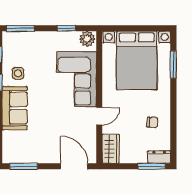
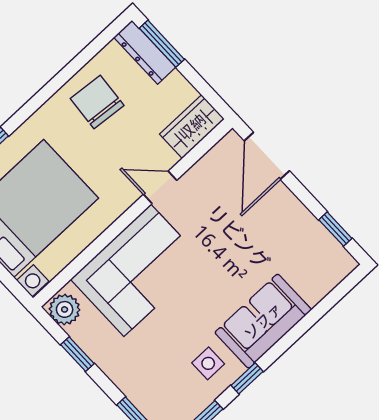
chair: (152, 122) -> (97, 102), width x1.87, depth x1.87
dresser: (159, 157) -> (145, 52), width x1.44
window: (24, 166) -> (335, 229), width x0.67

